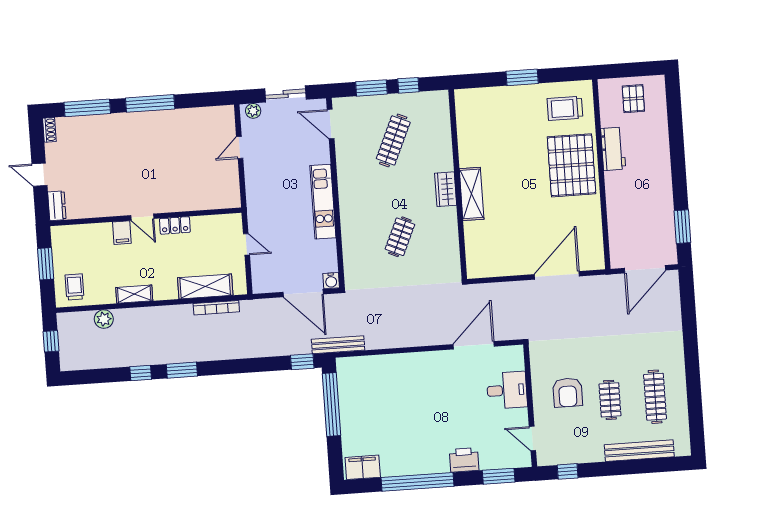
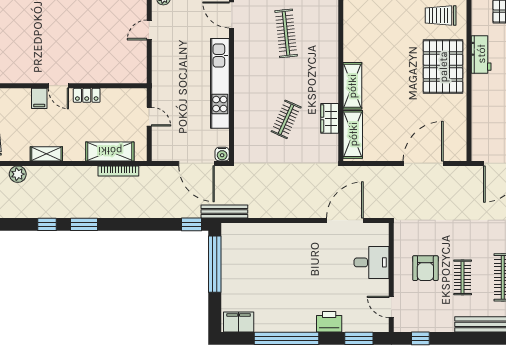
clothes rail: (393, 140) -> (286, 33), turned -30
wardrobe: (446, 189) -> (330, 118), moved
kitchen unit: (323, 202) -> (220, 83), width x1.36
shelving: (476, 248) -> (353, 134), added

